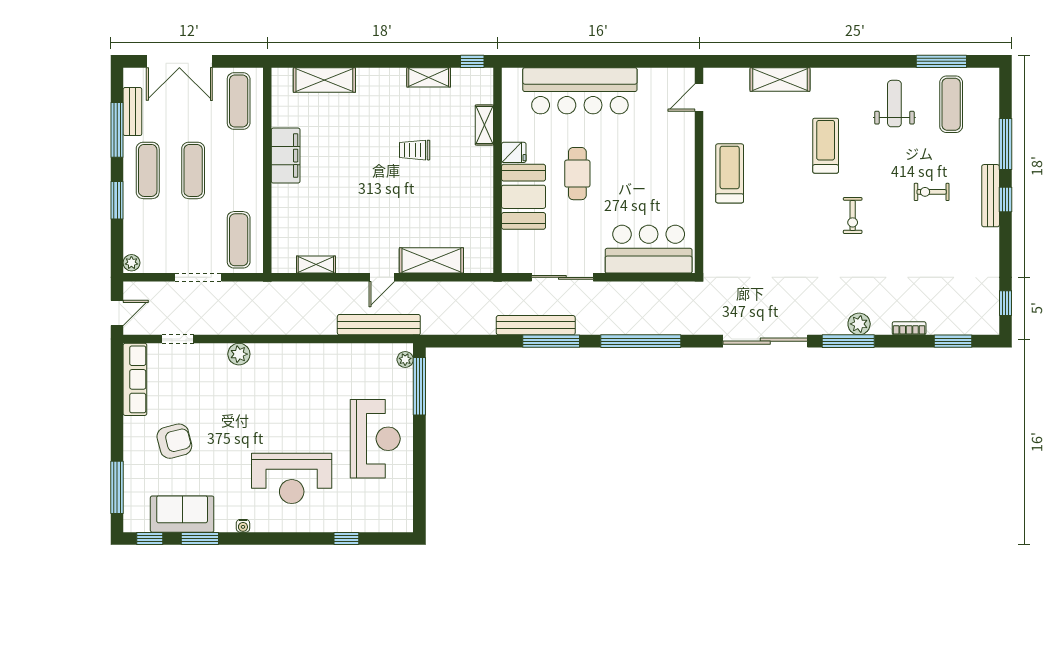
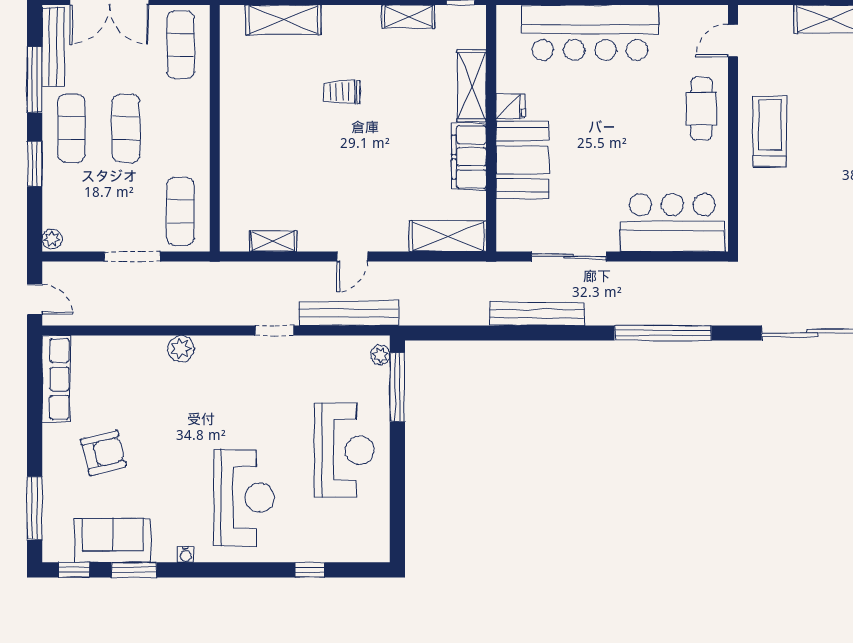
bench: (132, 112) -> (53, 47), width x1.36
shelving: (484, 125) -> (472, 86), width x1.50, depth x1.33
trolley: (415, 150) -> (342, 92), moved
filing cabinet: (286, 156) -> (469, 157), moved, turned 180
cafe table: (577, 174) -> (701, 109), moved
shelving: (431, 260) -> (448, 236), moved
door: (117, 313) -> (35, 299), hinge flipped
doorway: (178, 339) -> (274, 331), moved
window: (551, 341) -> (555, 333), removed
reception desk: (292, 478) -> (244, 498), turned -90

